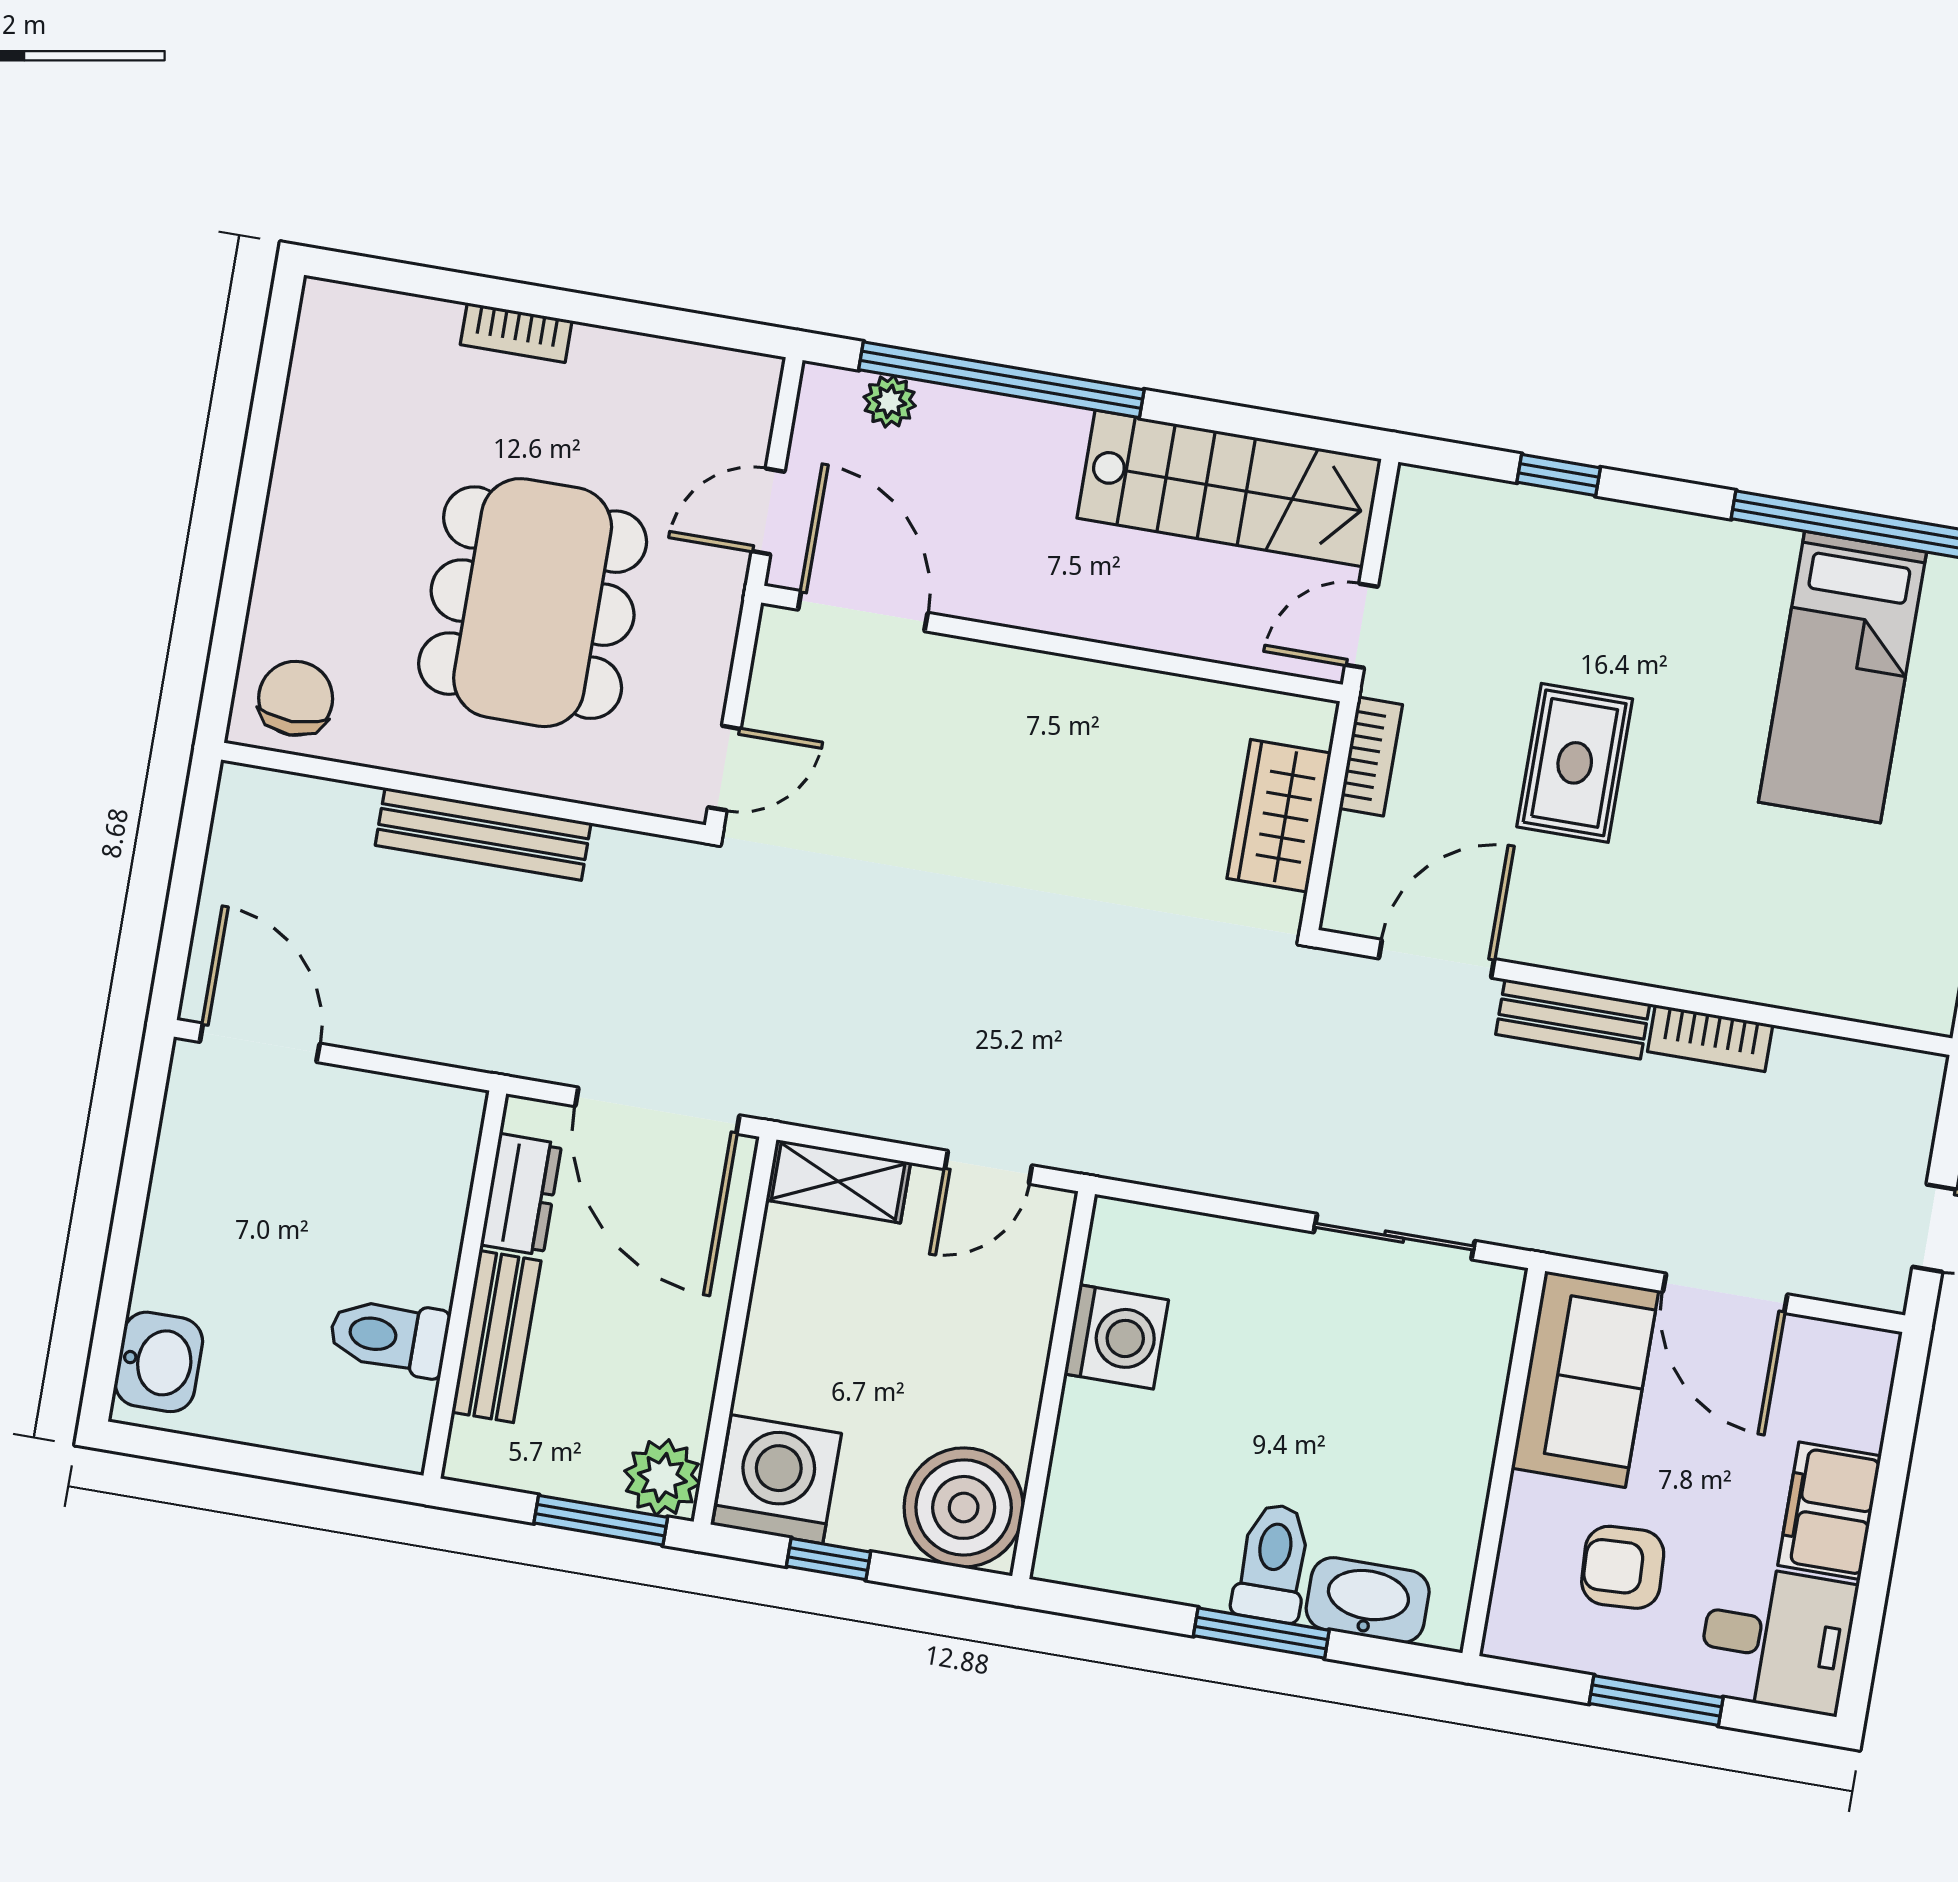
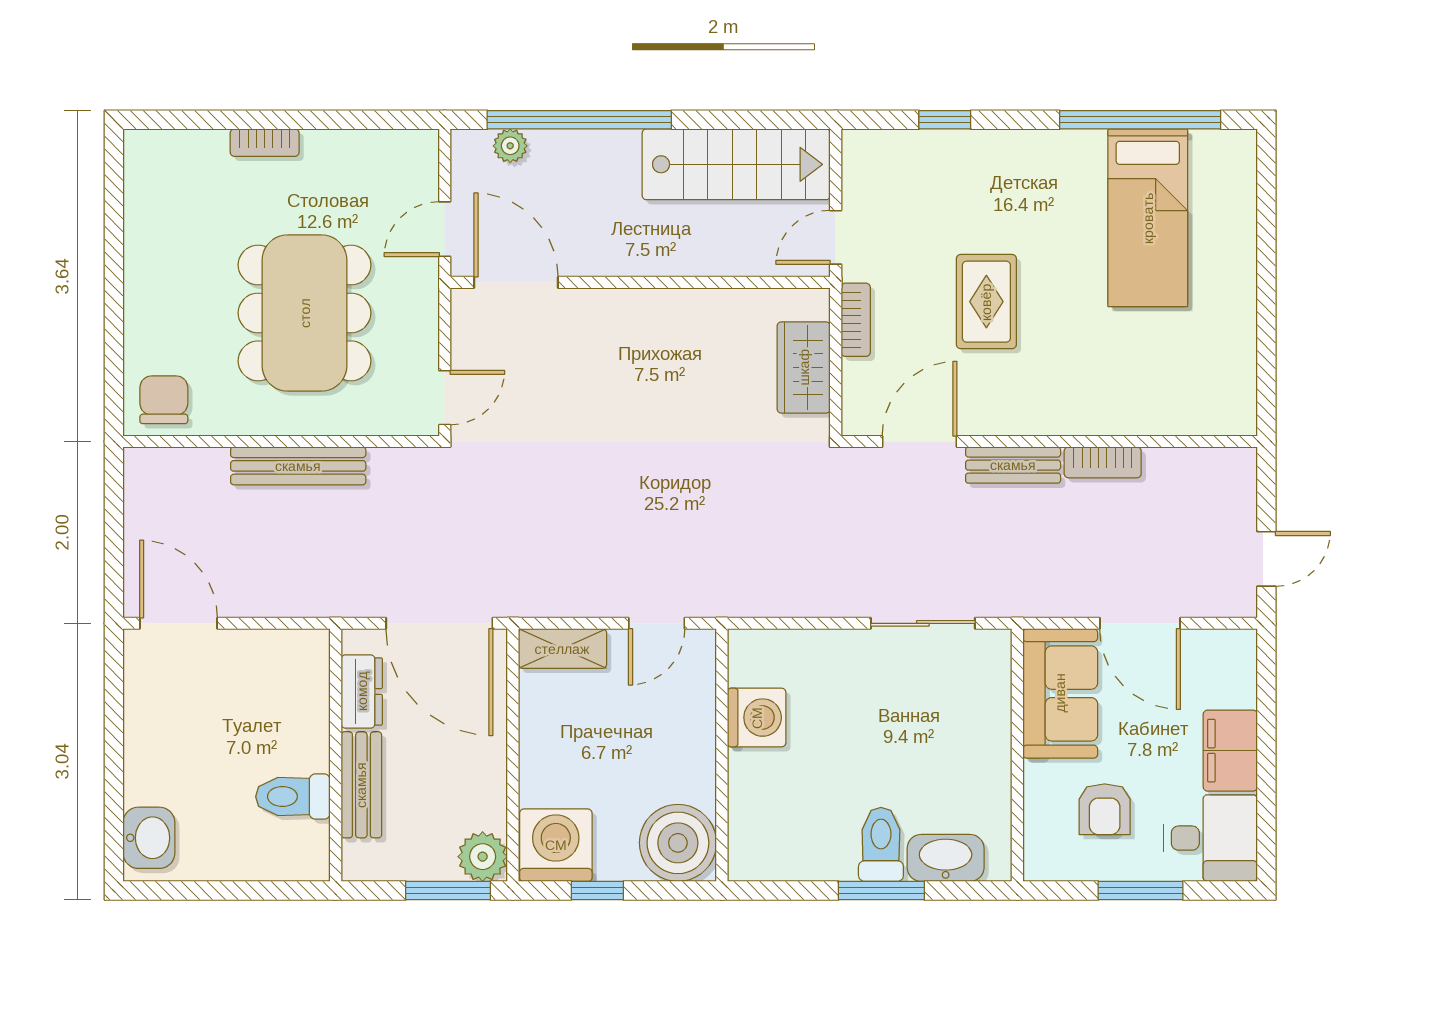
armchair: (1623, 1567) -> (1105, 809), turned -87

